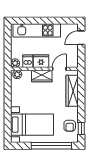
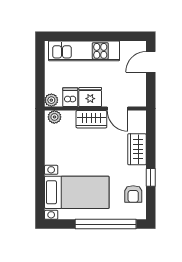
door: (59, 69) -> (117, 109), swing flipped
wardrobe: (72, 91) -> (137, 149), width x0.67
window: (81, 128) -> (151, 177), moved

